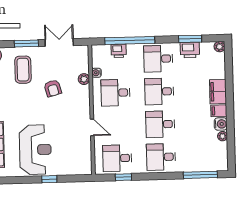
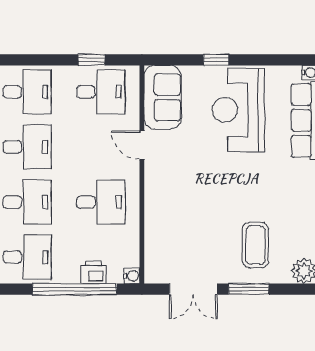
water cooler: (97, 73) -> (132, 276), moved
plant: (84, 79) -> (153, 226), removed
armchair: (53, 88) -> (206, 212), removed
sofa: (81, 156) -> (163, 97), added

